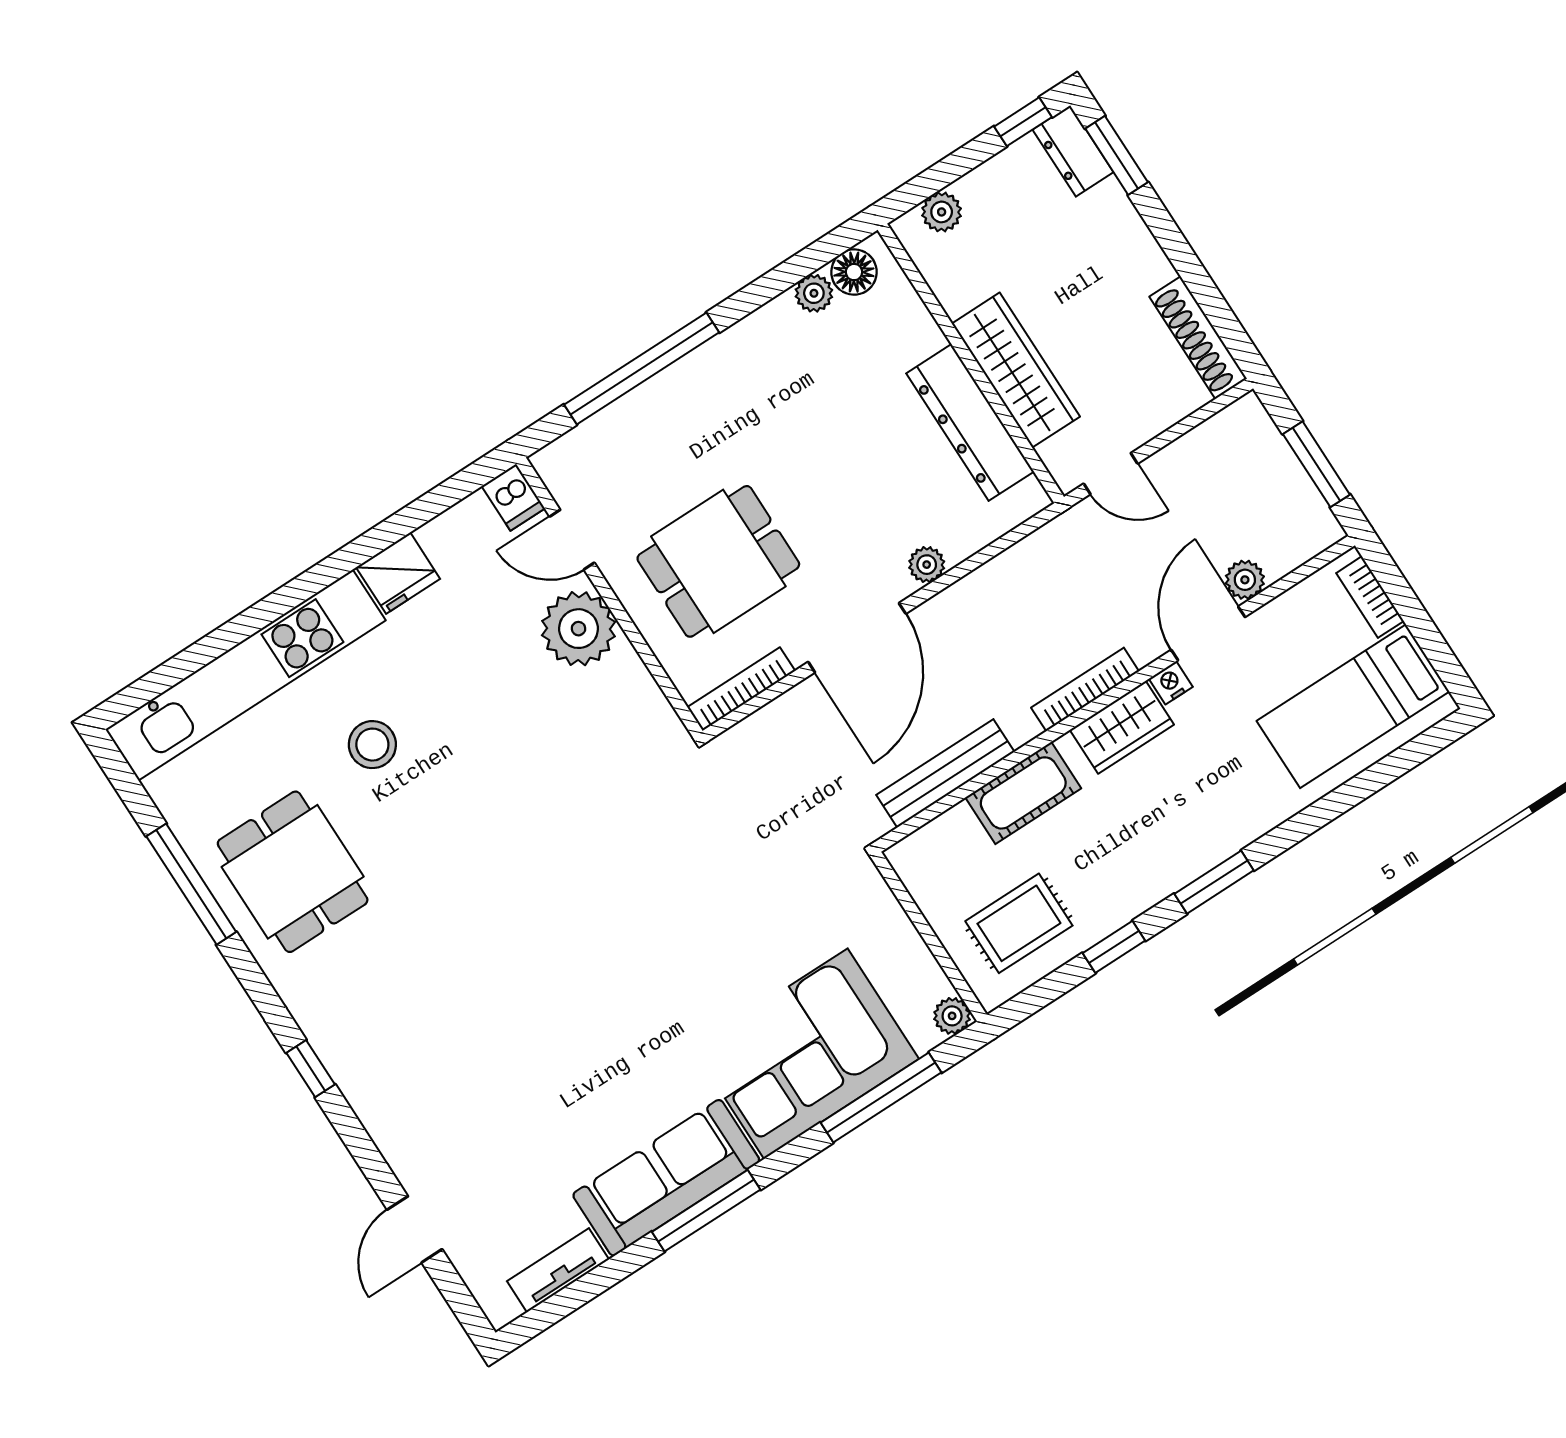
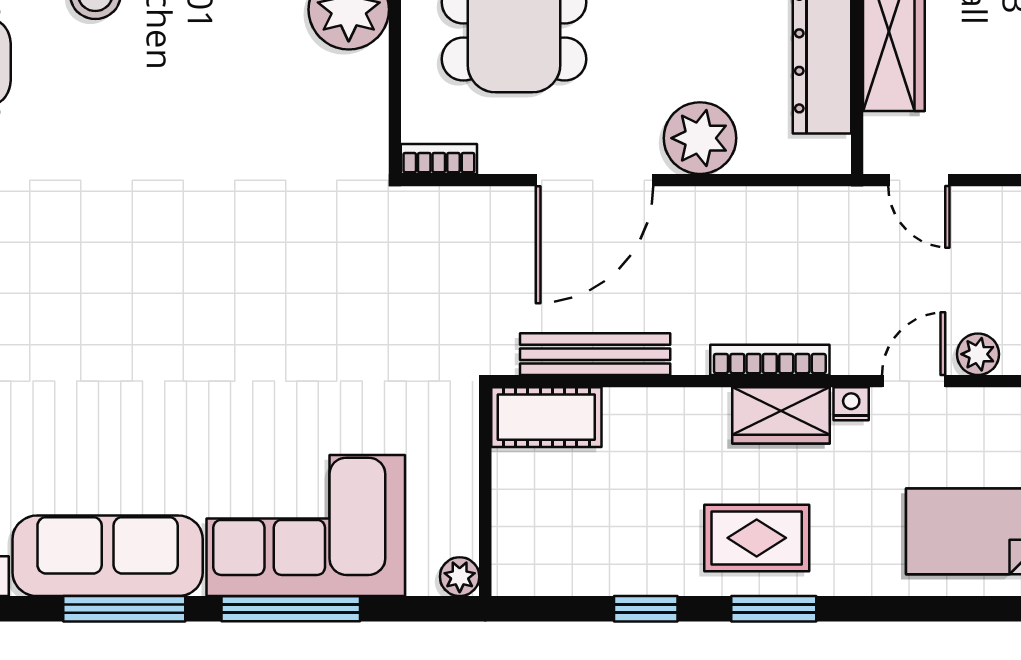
plant: (927, 565) -> (700, 138), width x1.88, depth x1.88
door: (1208, 633) -> (914, 381), width x0.73
bookcase: (741, 689) -> (439, 159), width x0.64
cot: (1023, 793) -> (546, 417), moved
rug: (1019, 923) -> (757, 538), moved
window: (881, 1098) -> (291, 609), moved

